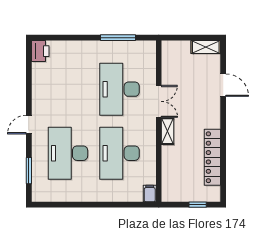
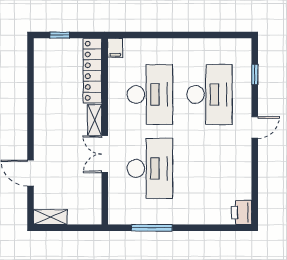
locker: (212, 157) -> (92, 71), moved, turned 180
window: (29, 171) -> (255, 74), width x0.67

